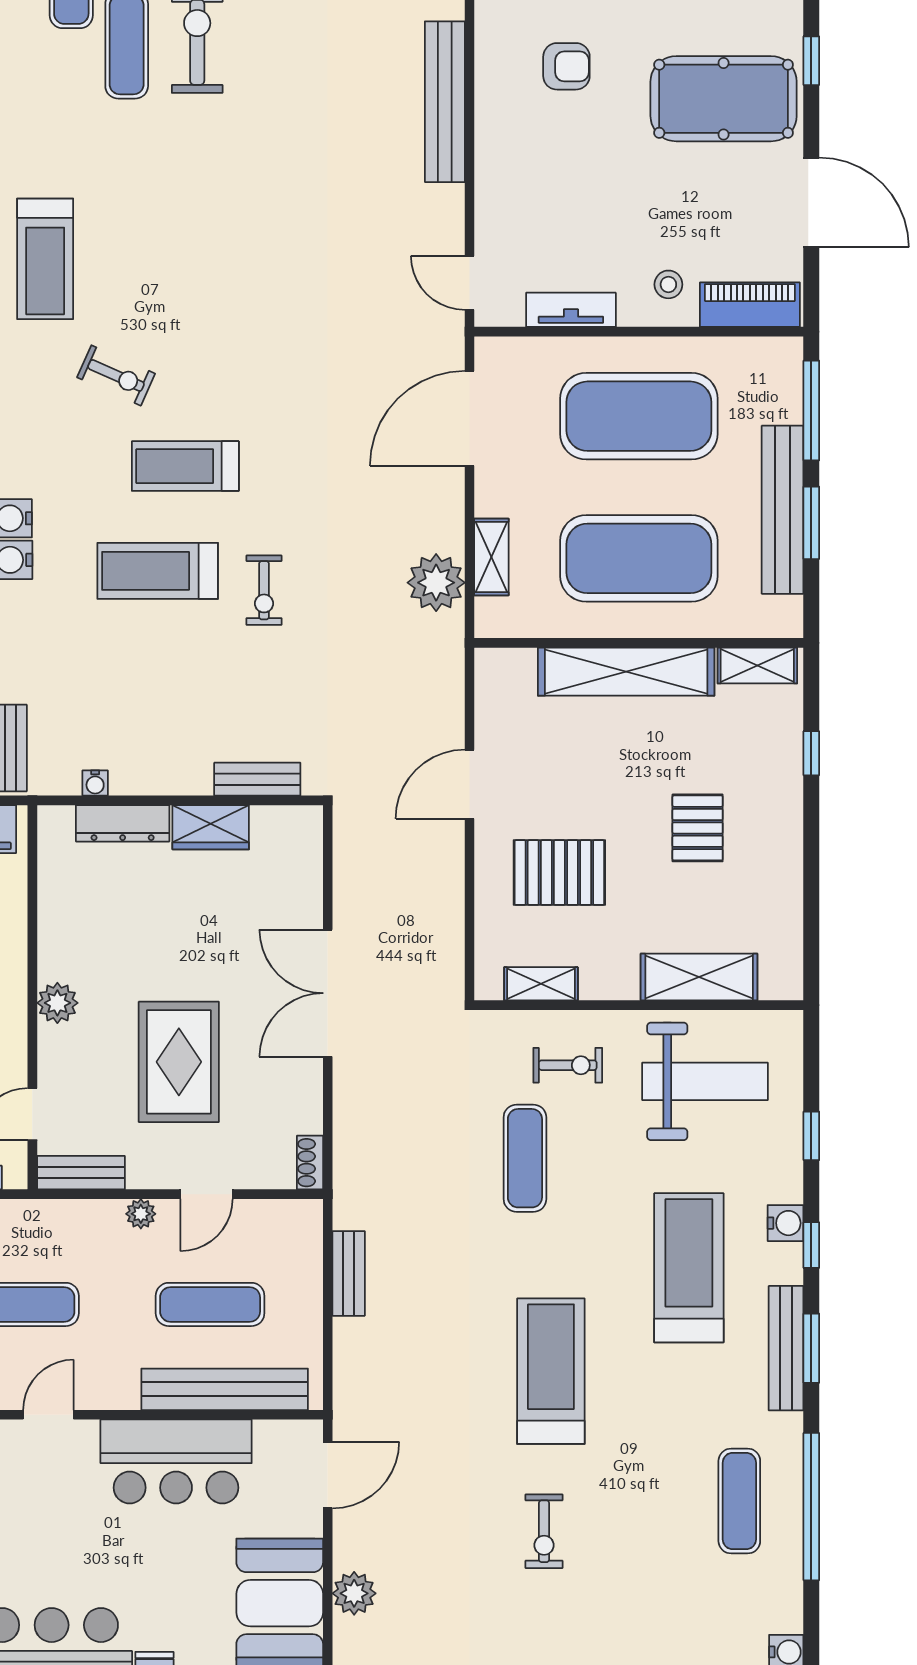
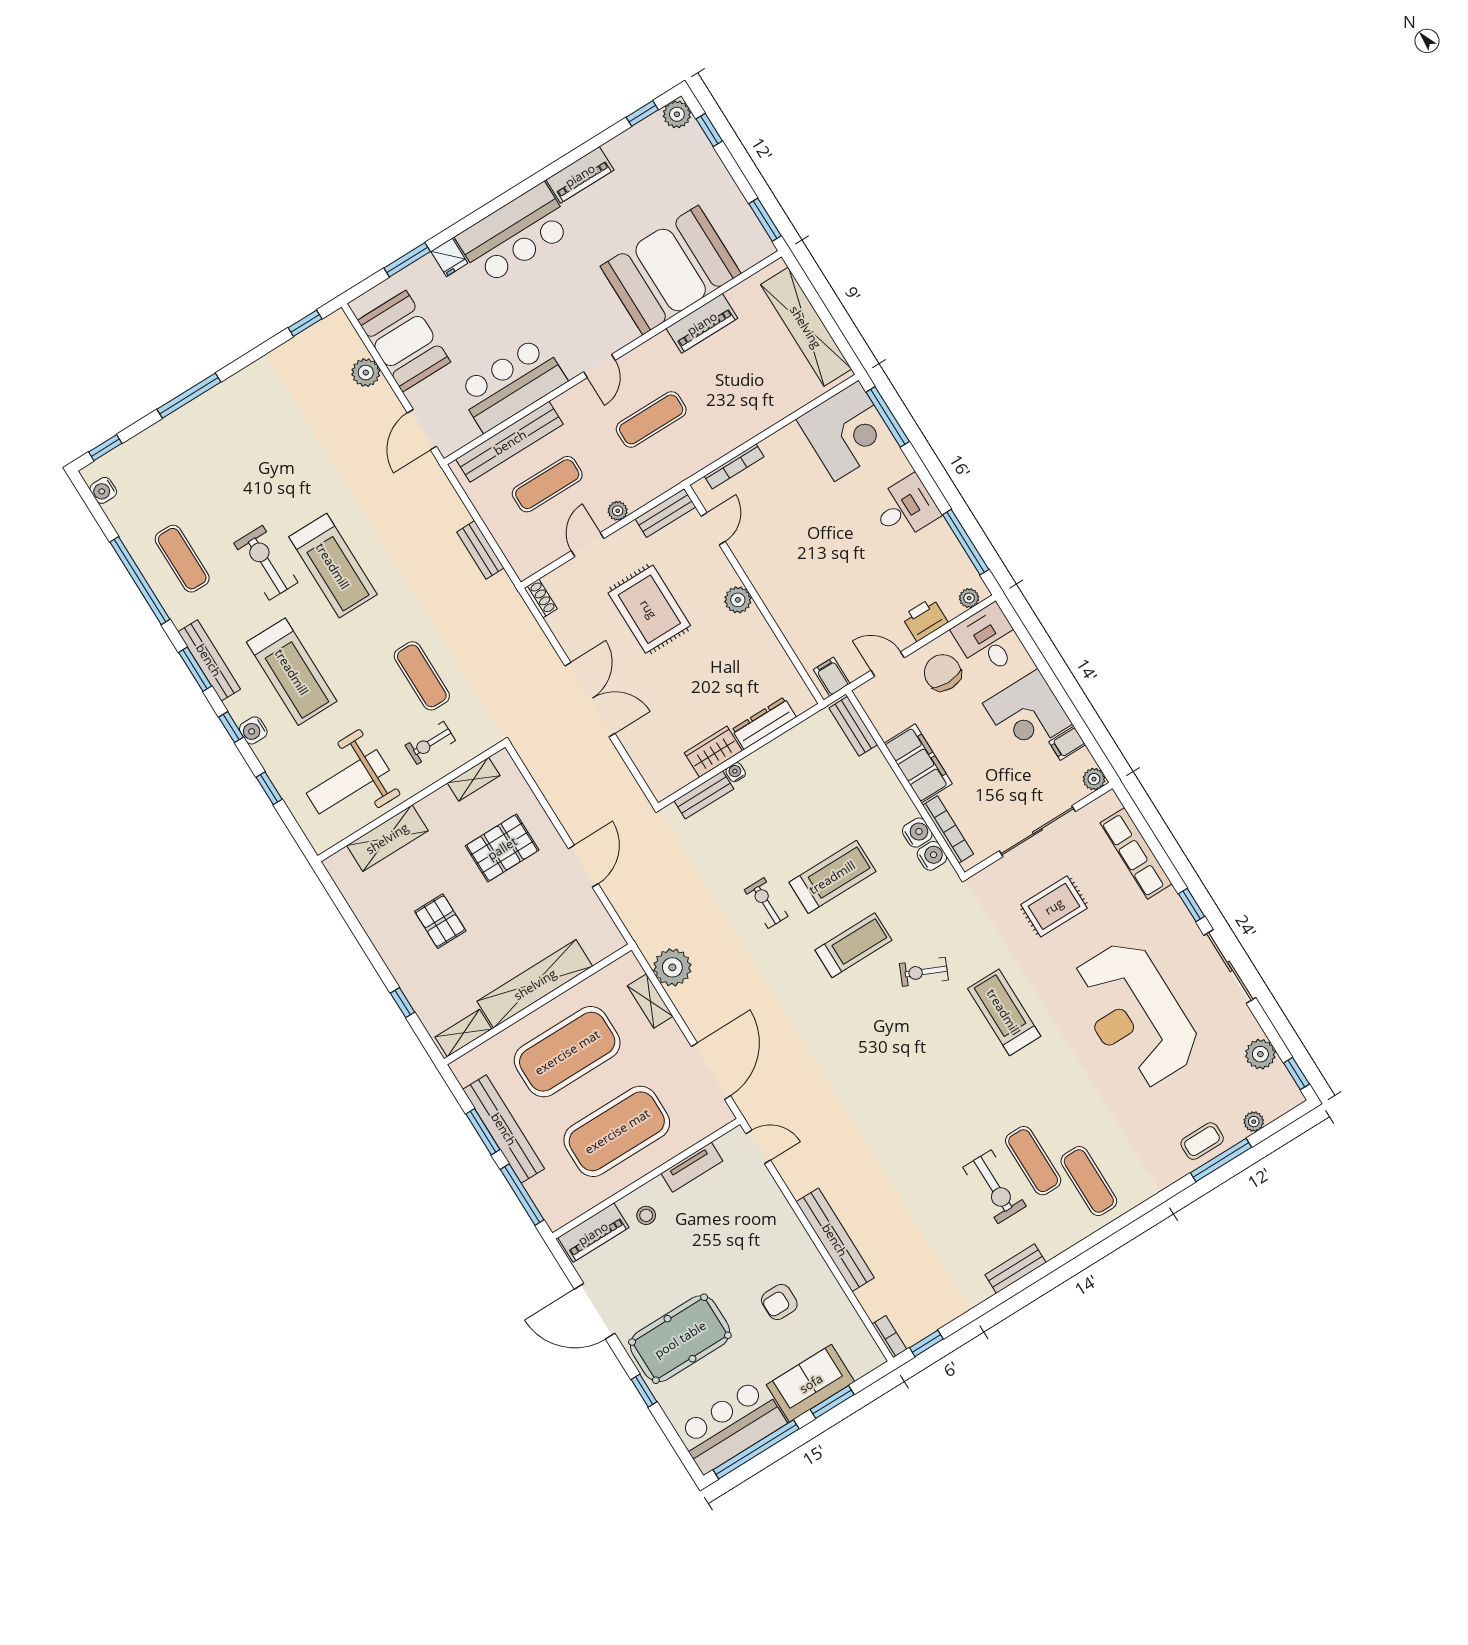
water cooler: (95, 783) -> (736, 772), moved
exercise bike: (544, 1531) -> (266, 563), moved, width x1.38, depth x1.39

